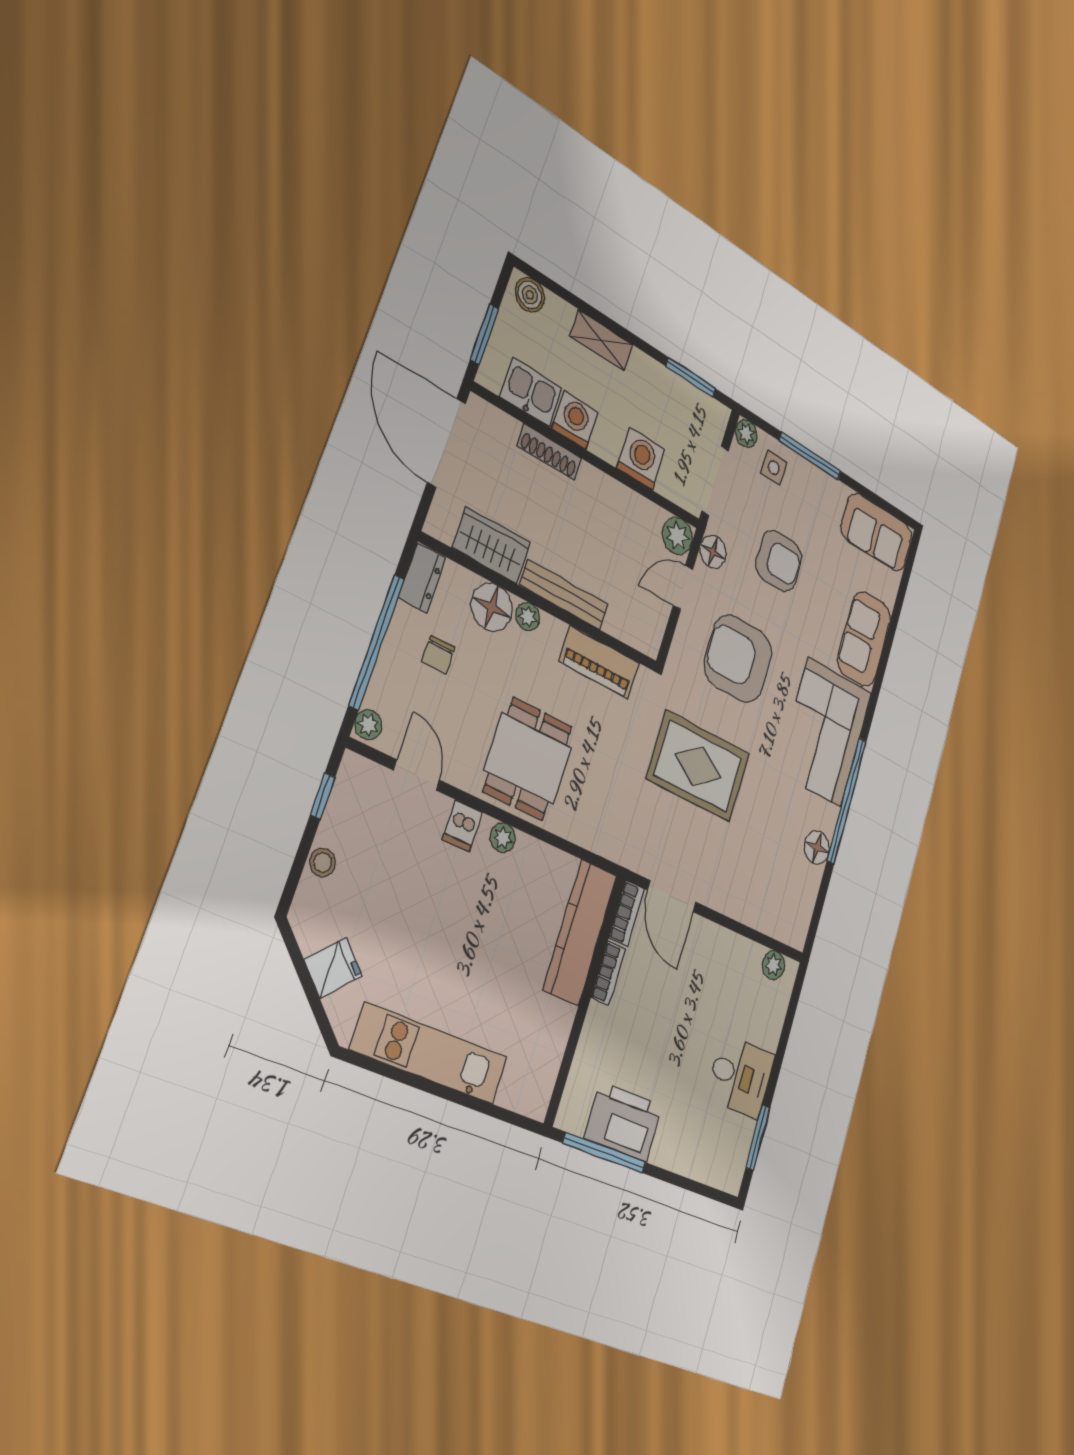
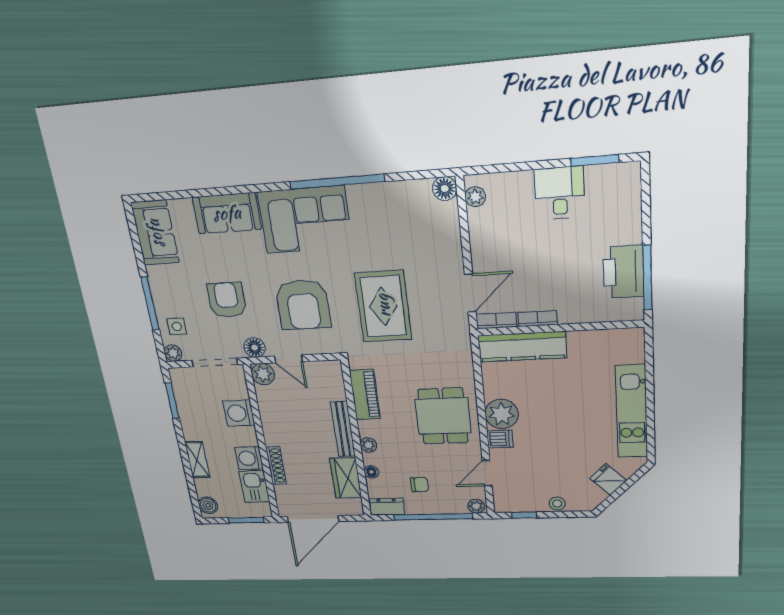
floor lamp: (492, 607) -> (371, 472), width x0.53, depth x0.53
dining table: (528, 759) -> (443, 416), turned 90
plant: (503, 838) -> (502, 414), width x1.88, depth x1.88
floor lamp: (817, 847) -> (445, 189), moved

